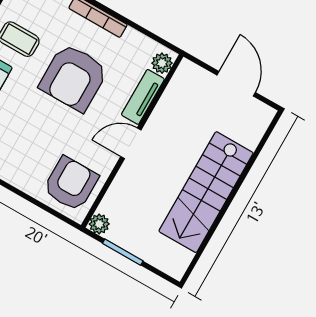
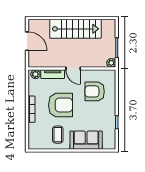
door: (236, 84) -> (27, 41), swing flipped
armchair: (71, 184) -> (95, 91), moved

